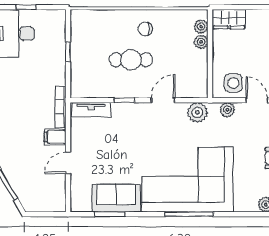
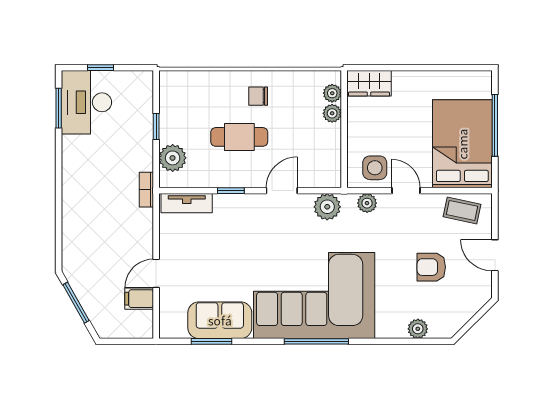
plant: (80, 76) -> (173, 158), added
bookcase: (61, 107) -> (146, 190), width x0.64
filing cabinet: (55, 137) -> (139, 299), moved

